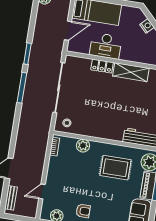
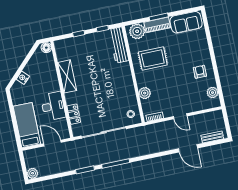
locker: (102, 66) -> (74, 114), moved
rug: (115, 168) -> (153, 58), turned 90
door: (42, 192) -> (180, 116), moved

